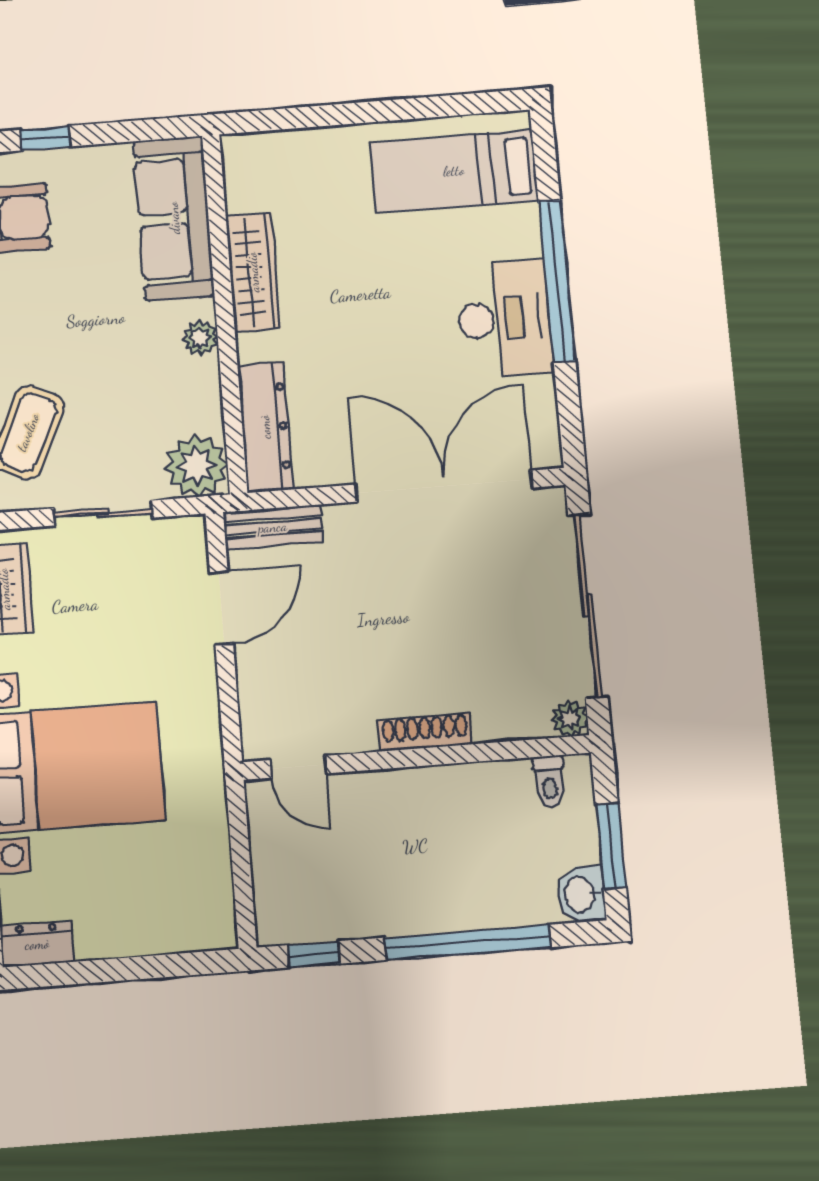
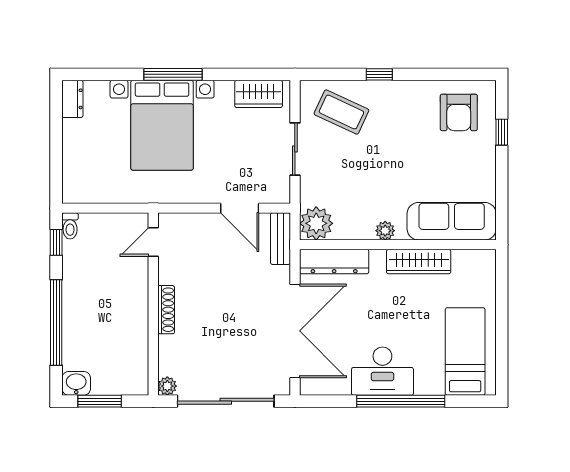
sofa: (174, 218) -> (452, 221), moved
wardrobe: (253, 272) -> (419, 262), moved
wall: (225, 313) -> (398, 245), moved
plant: (200, 338) -> (385, 231), moved
dresser: (265, 427) -> (334, 262), moved
plant: (196, 466) -> (316, 223), moved
toilet: (549, 781) -> (70, 226), moved, turned -90

